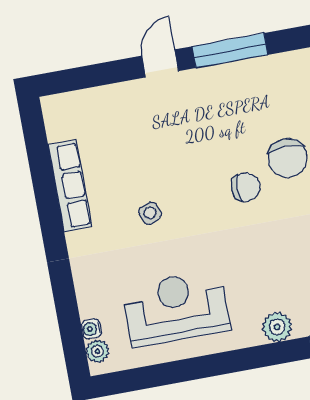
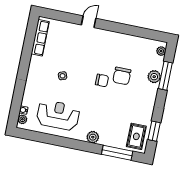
window: (230, 51) -> (117, 27), removed
row of seats: (70, 186) -> (40, 38), moved

